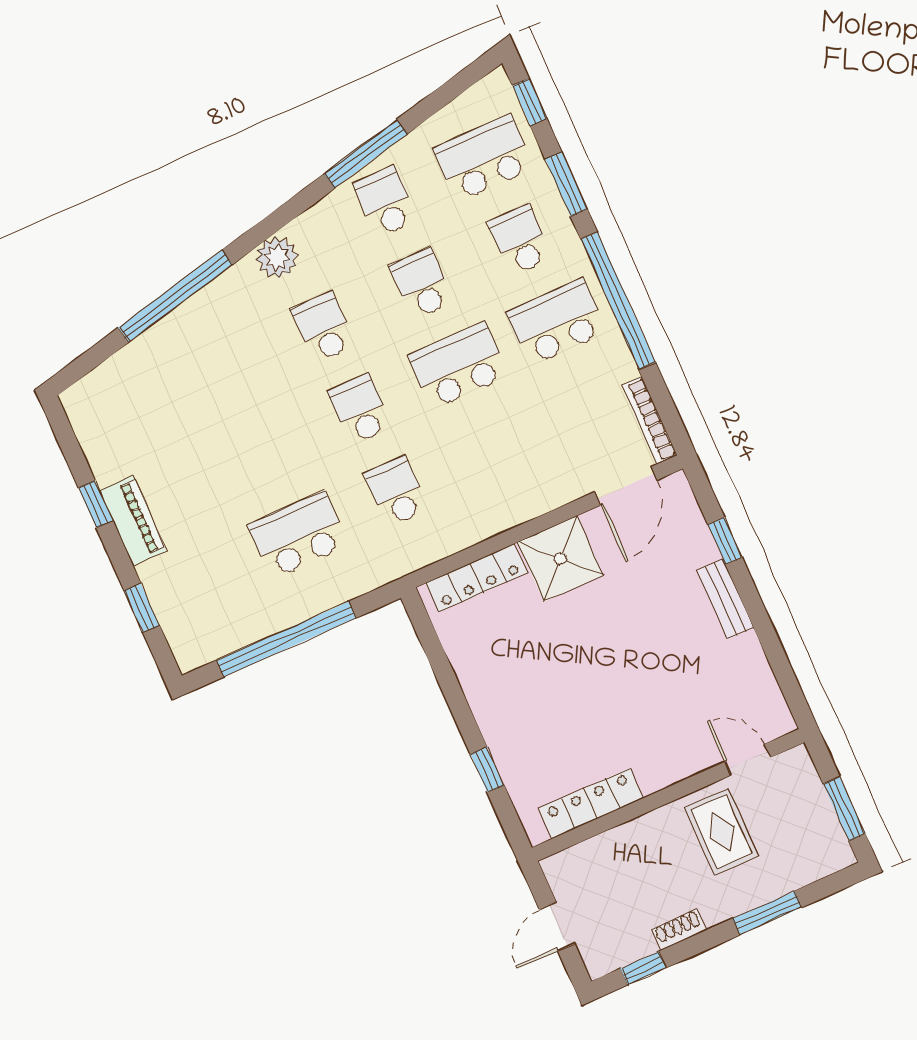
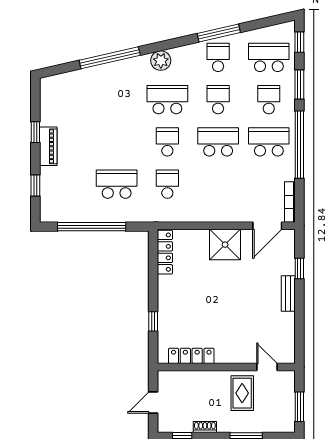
school desk: (323, 328) -> (167, 100), width x1.85
locker: (477, 578) -> (165, 252), moved, turned -90

